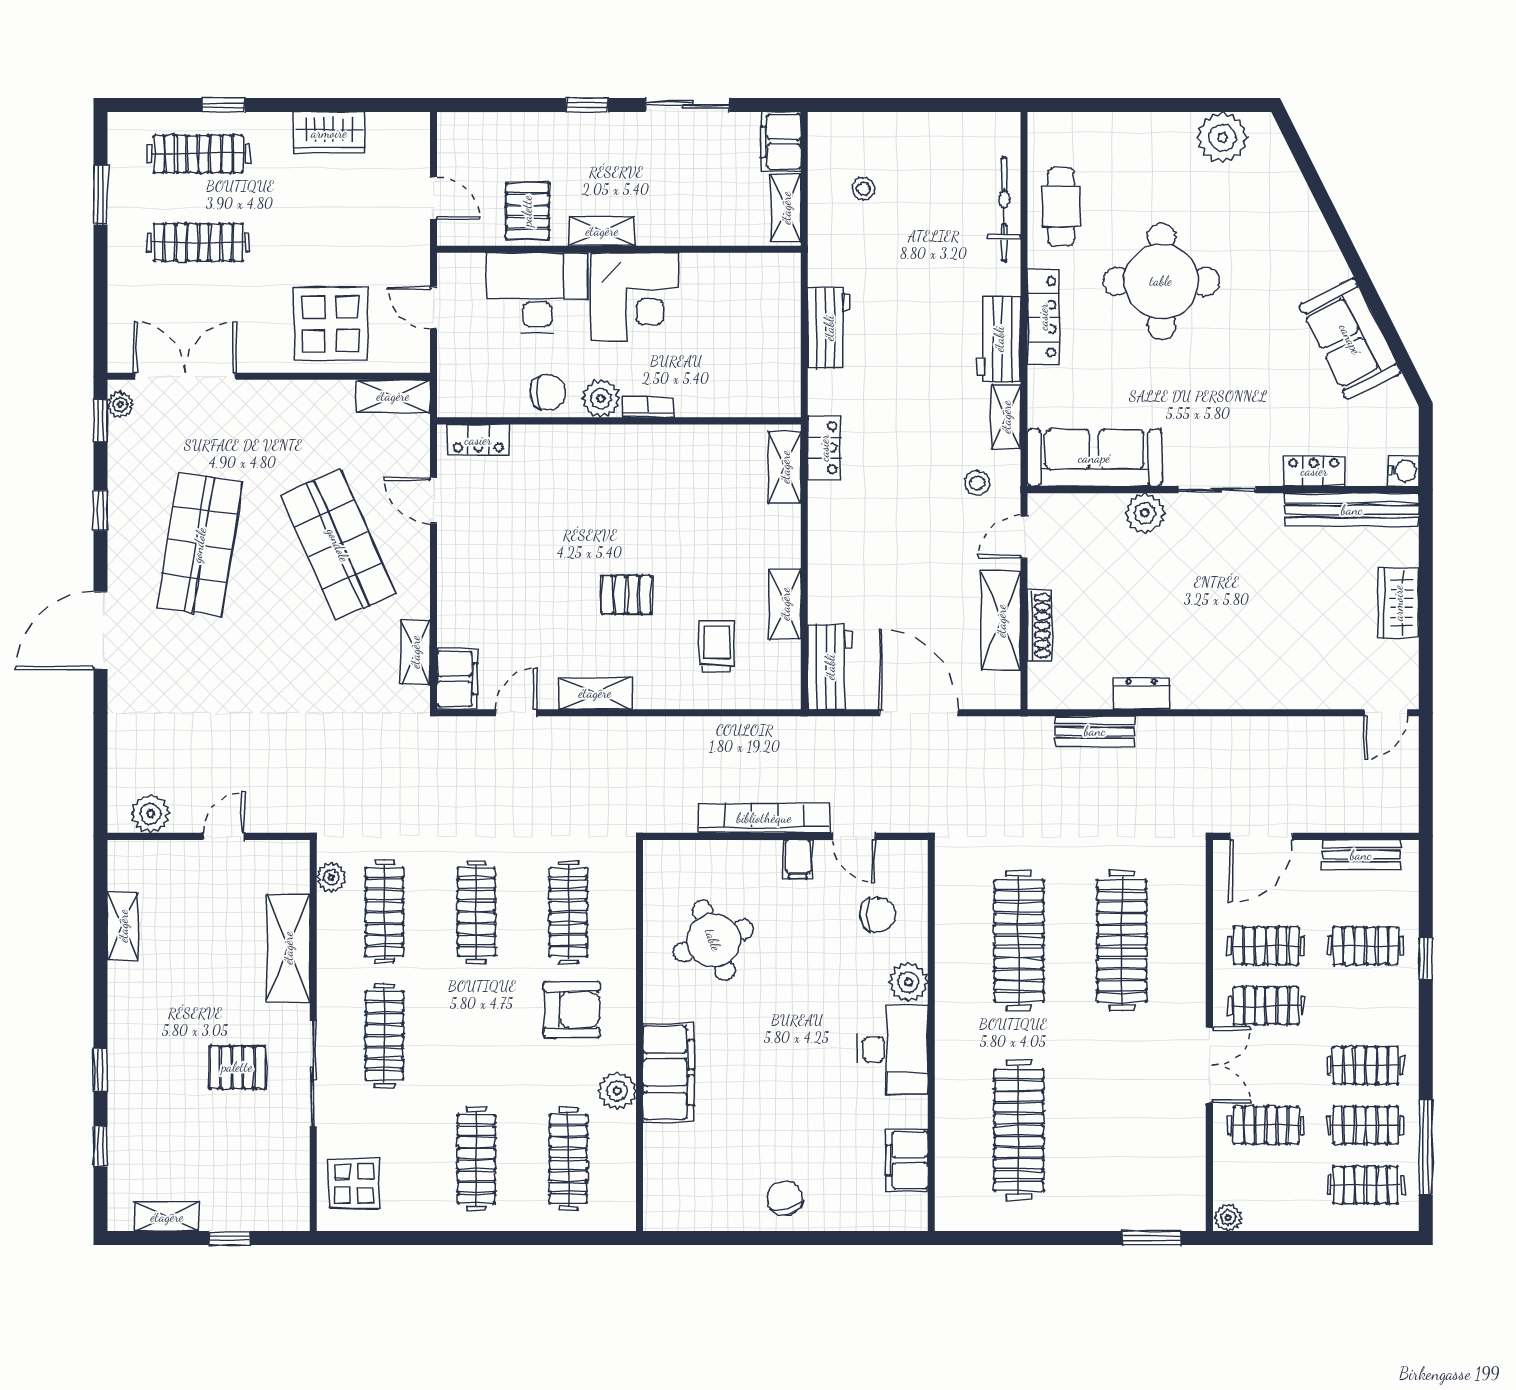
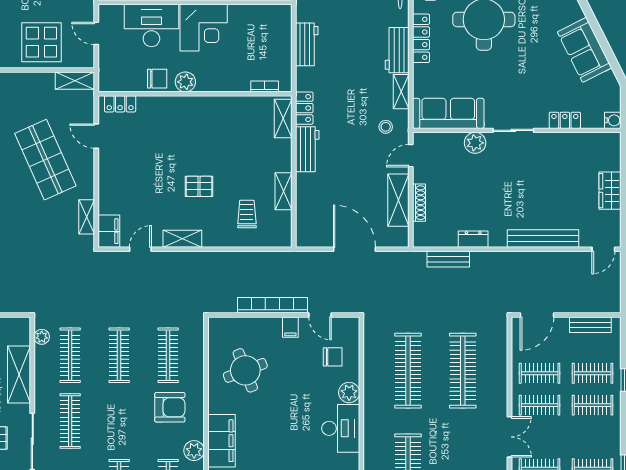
bookcase: (648, 407) -> (265, 86), moved
bench: (1352, 510) -> (543, 238), moved
workbench: (830, 667) -> (307, 149), moved
clothes rail: (1366, 1065) -> (593, 405), moved

